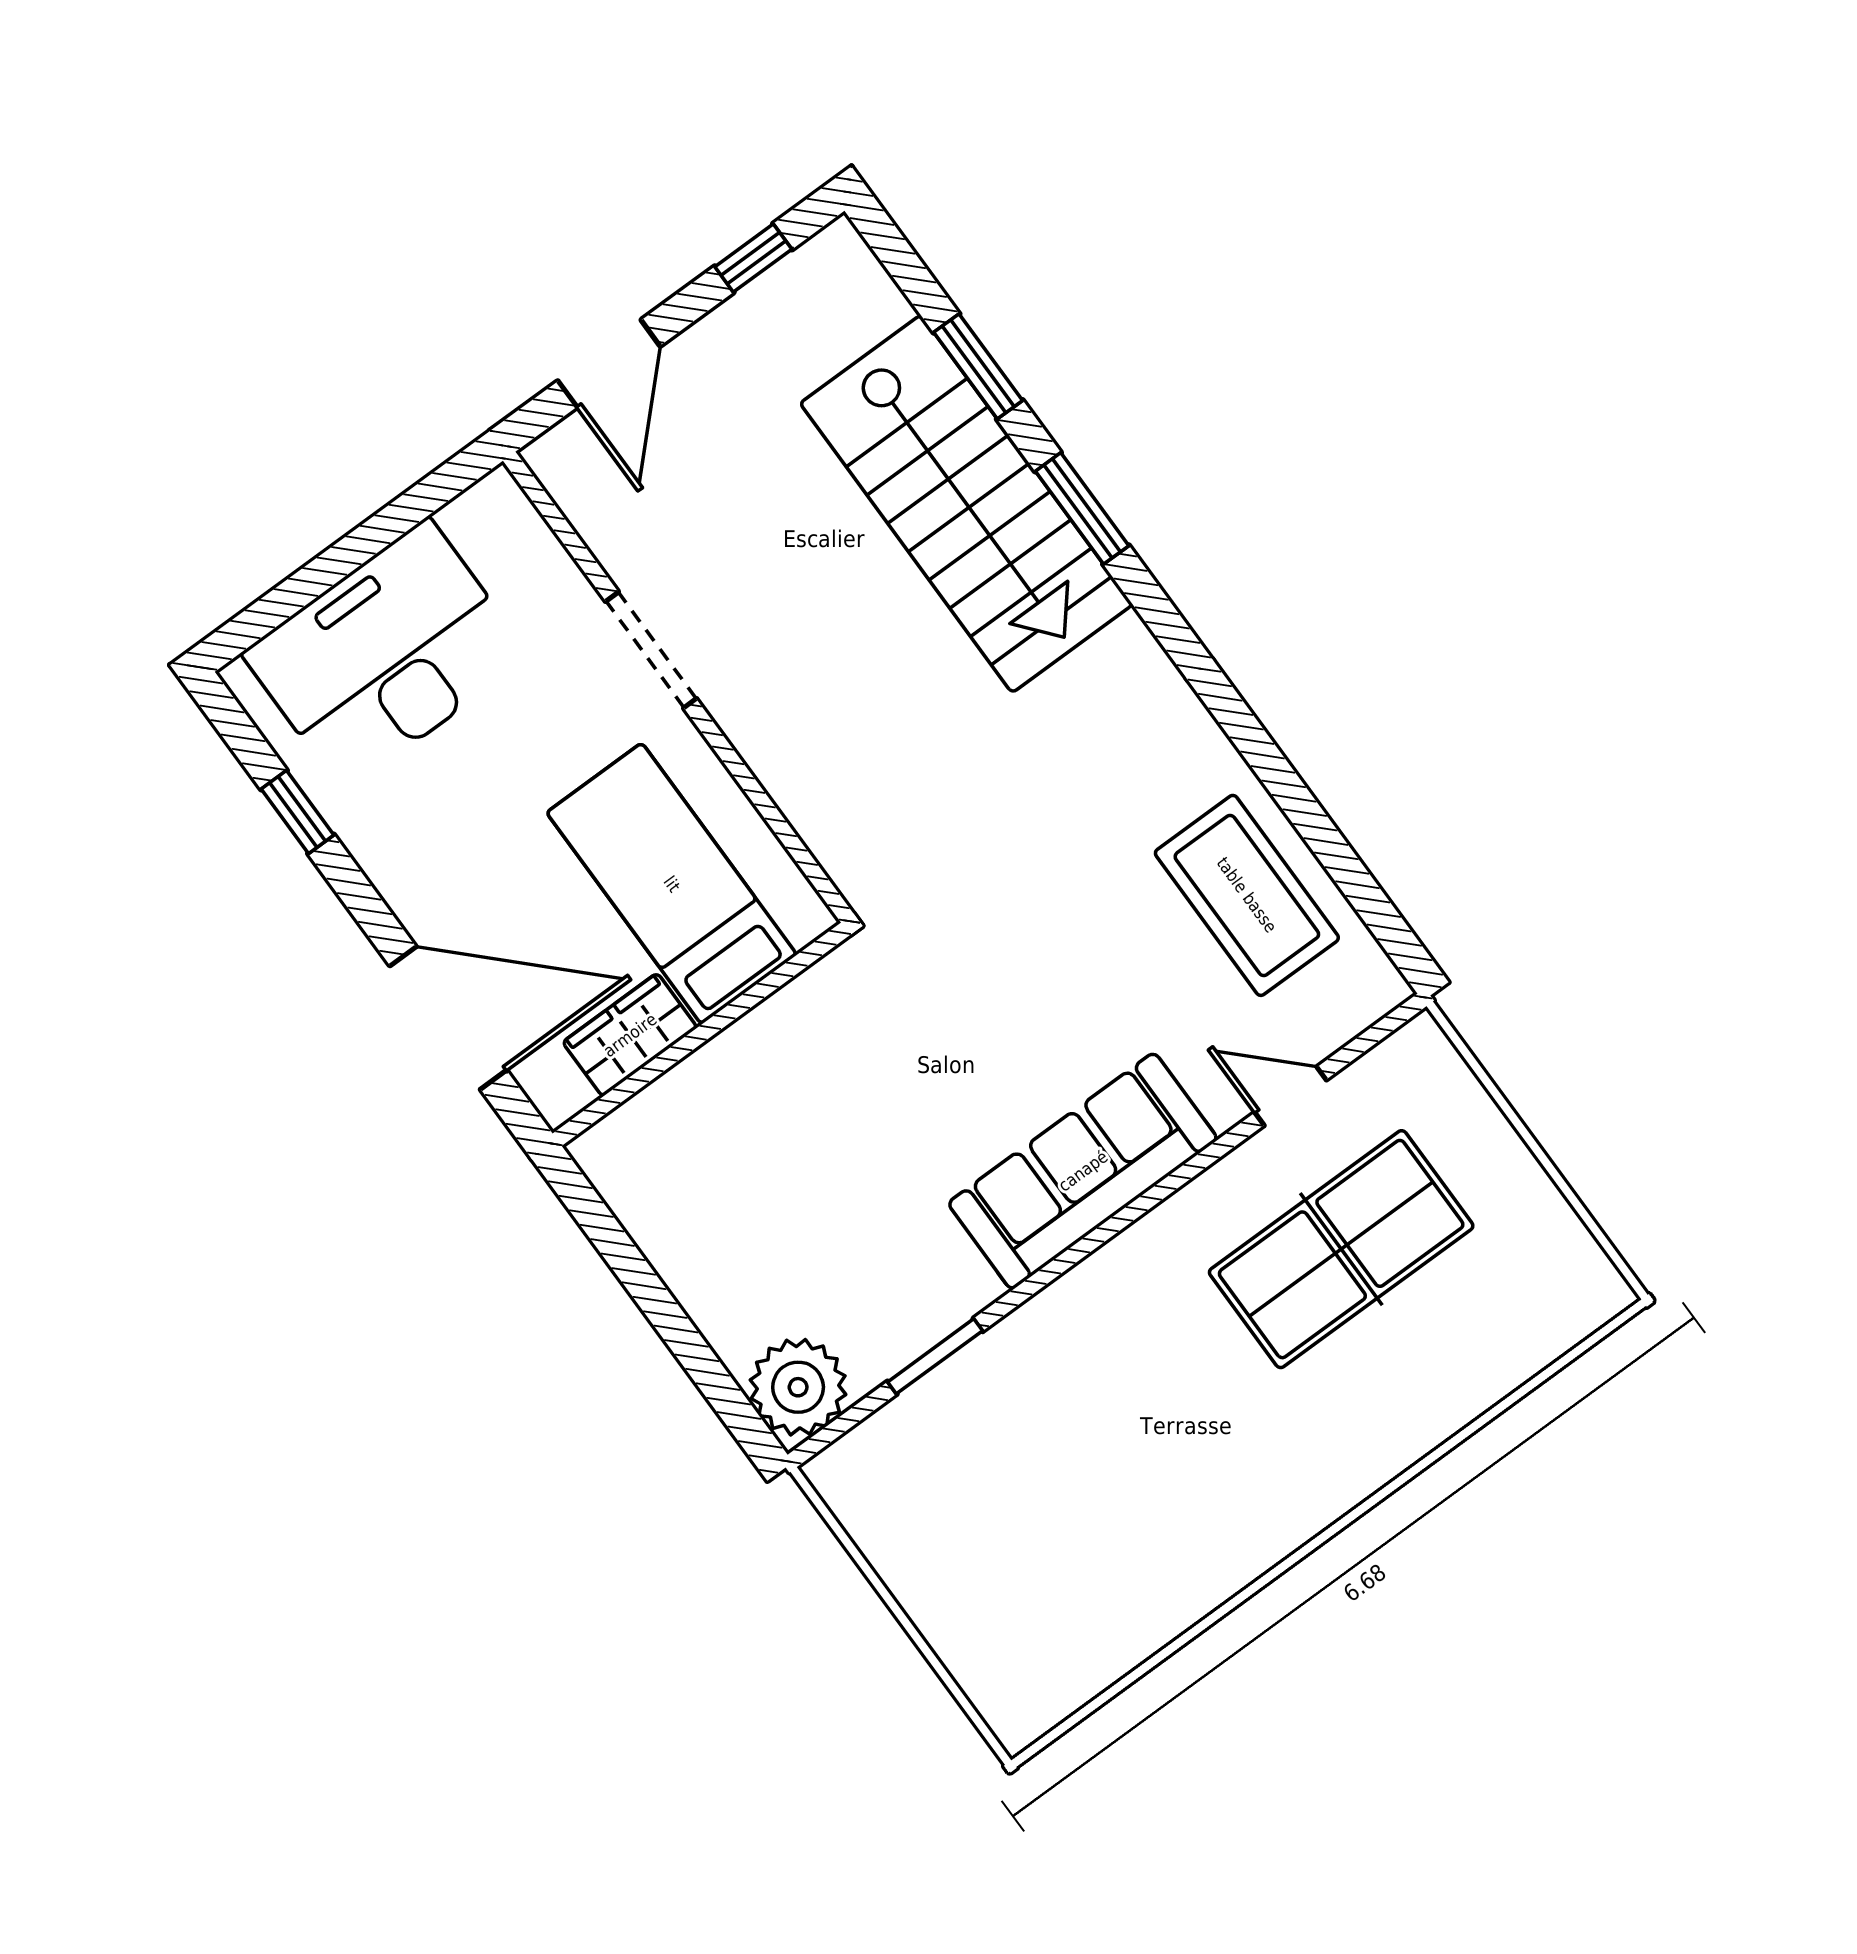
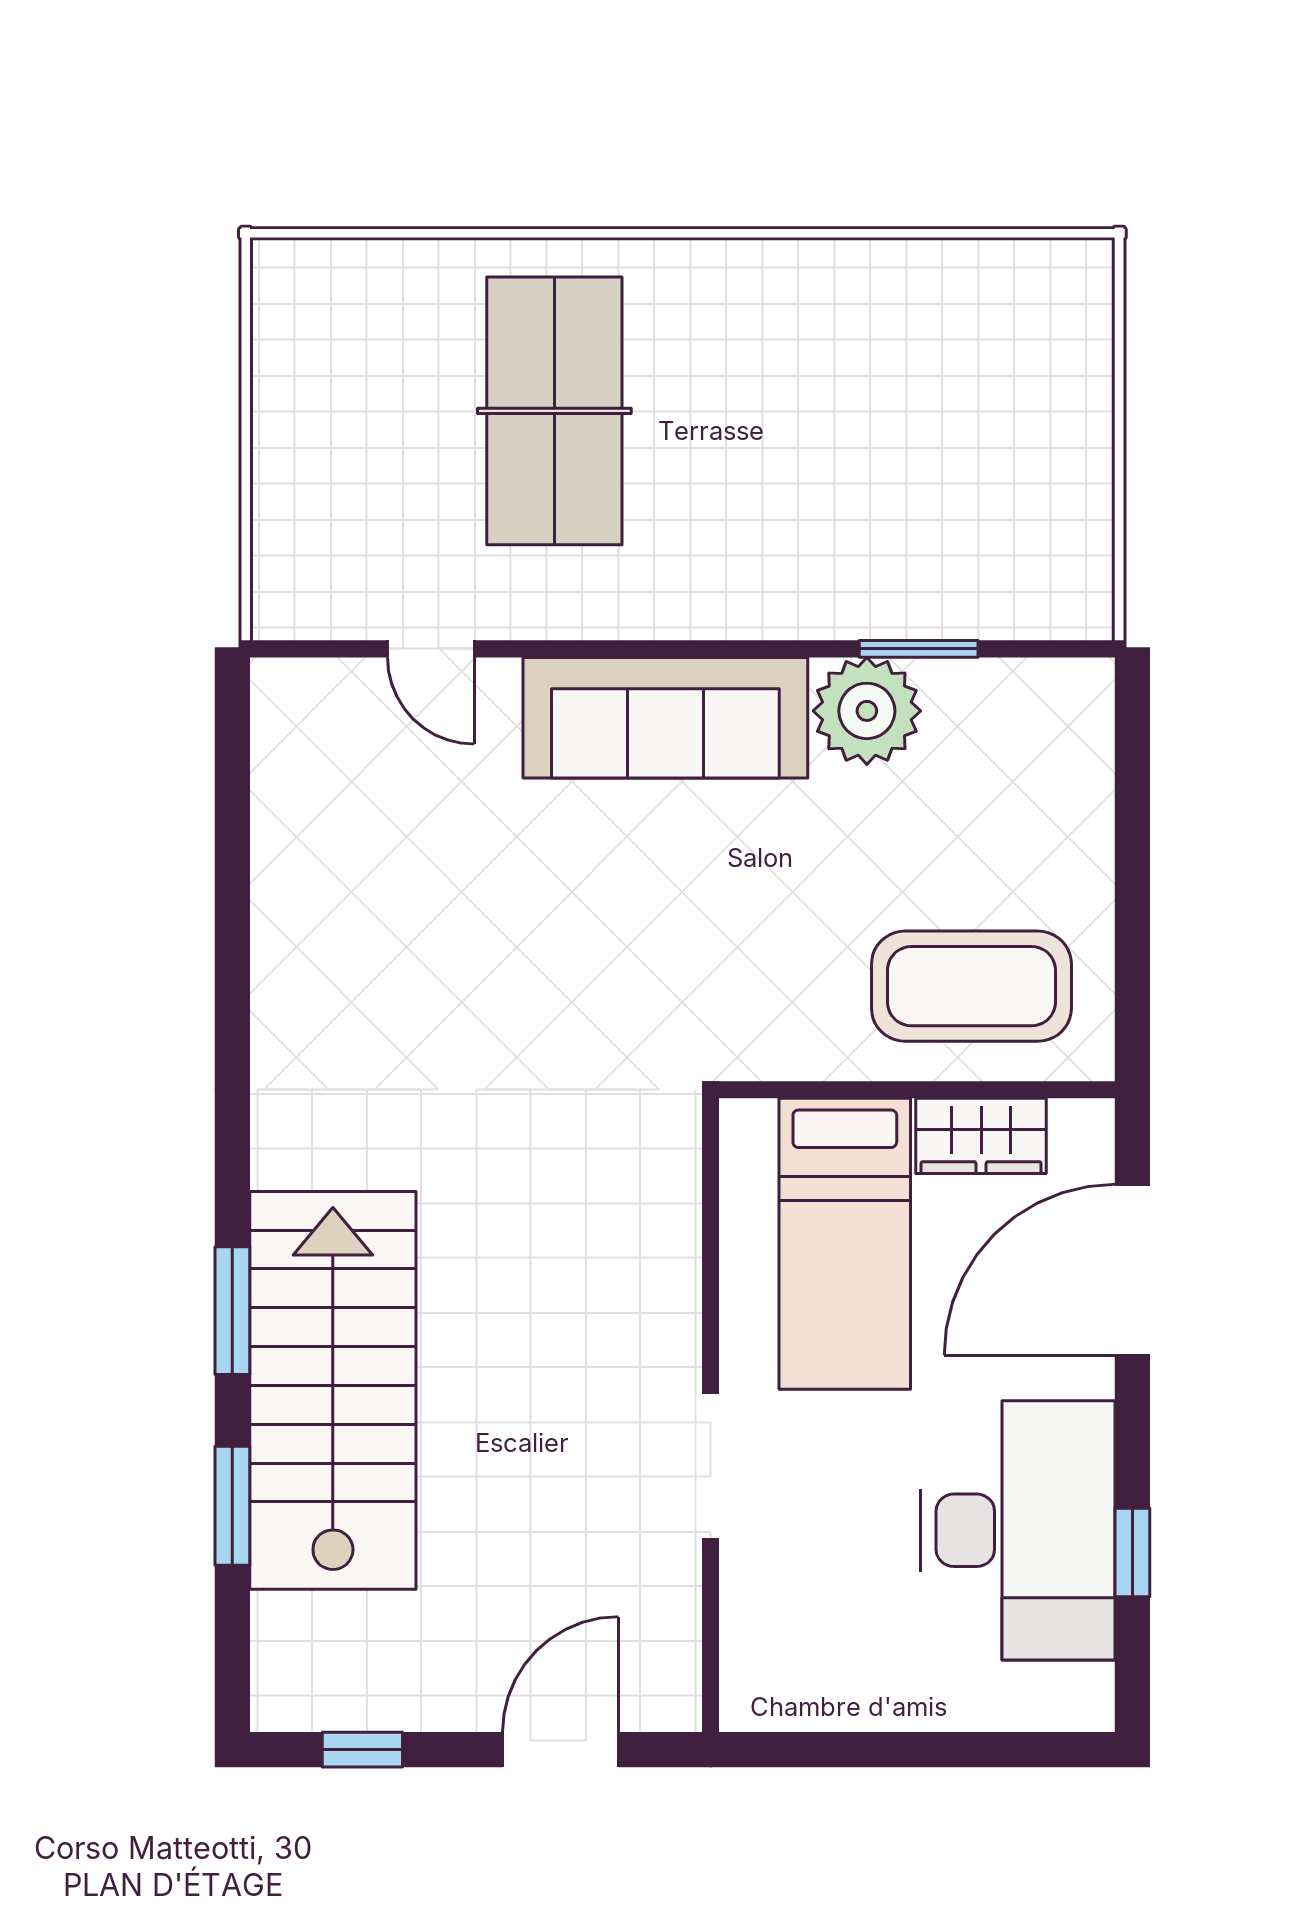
desk: (386, 655) -> (1018, 1530), moved, turned -90
coffee table: (1247, 895) -> (971, 986), moved, turned 90
door: (448, 1018) -> (1132, 1270), hinge flipped
table tennis table: (1341, 1249) -> (554, 411), moved, turned 90
plant: (798, 1387) -> (867, 711), moved

